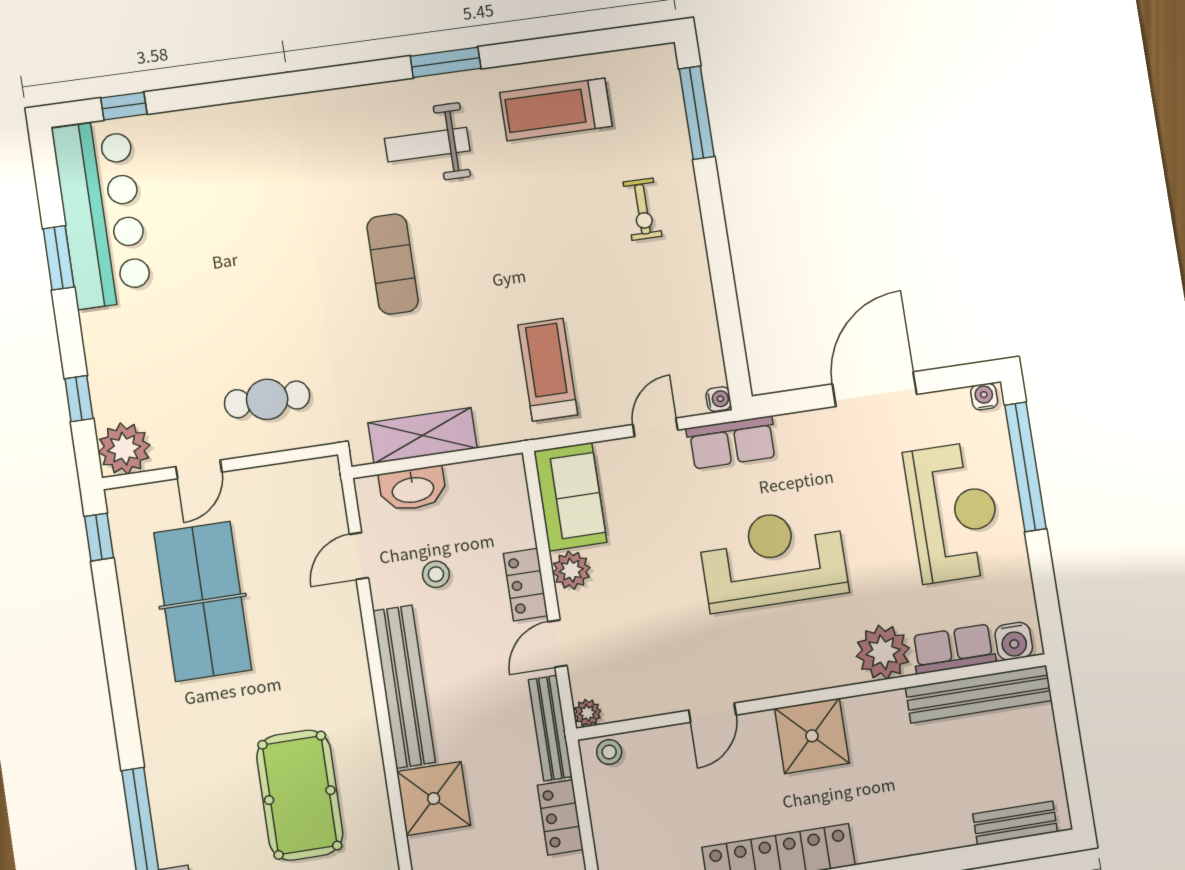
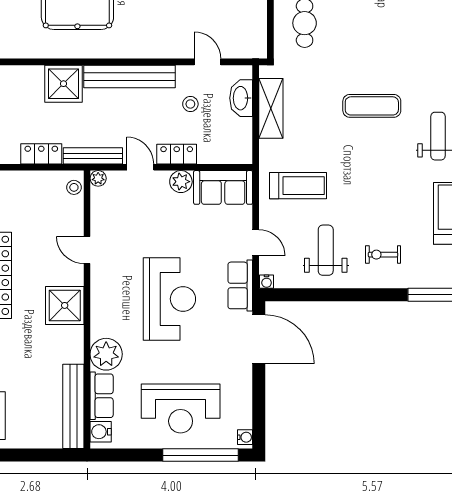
weight bench: (650, 307) -> (326, 250), added
door: (875, 389) -> (259, 339), moved

